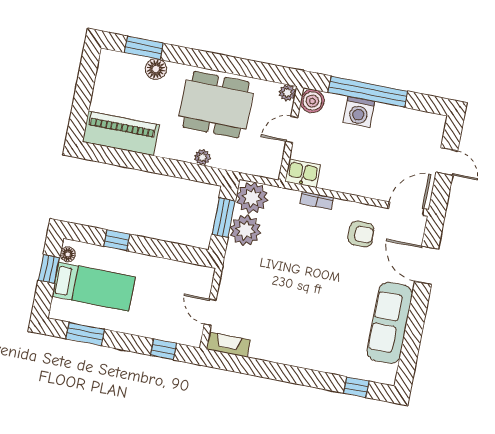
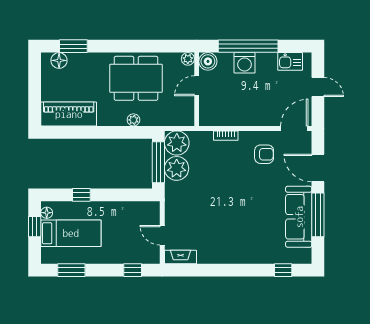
floor lamp: (156, 69) -> (59, 60), moved
kitchen sink: (303, 173) -> (290, 61), moved, turned 180
window: (224, 218) -> (158, 162), width x1.44
window: (415, 325) -> (318, 215), added

